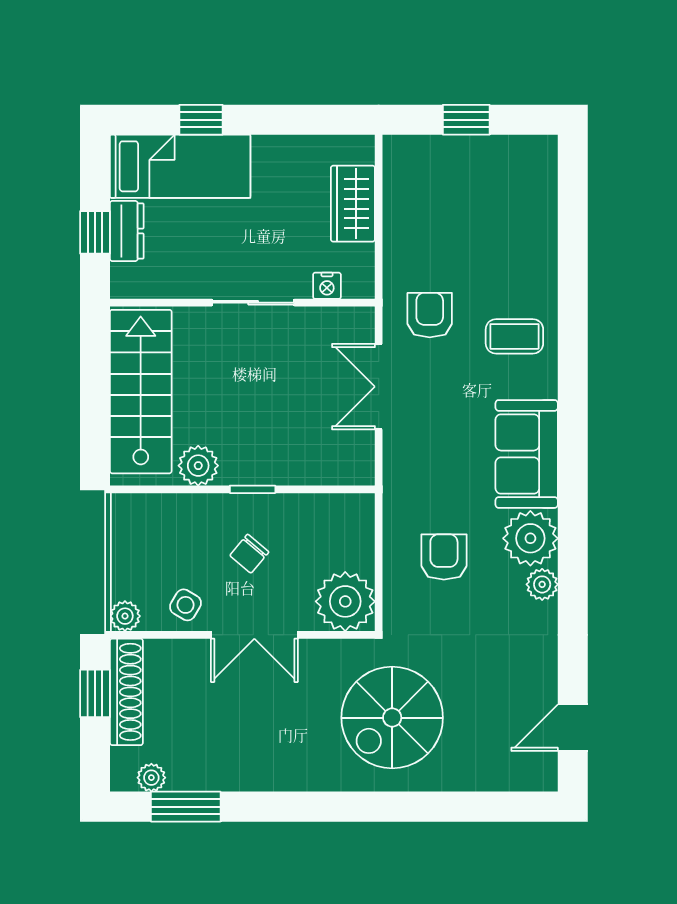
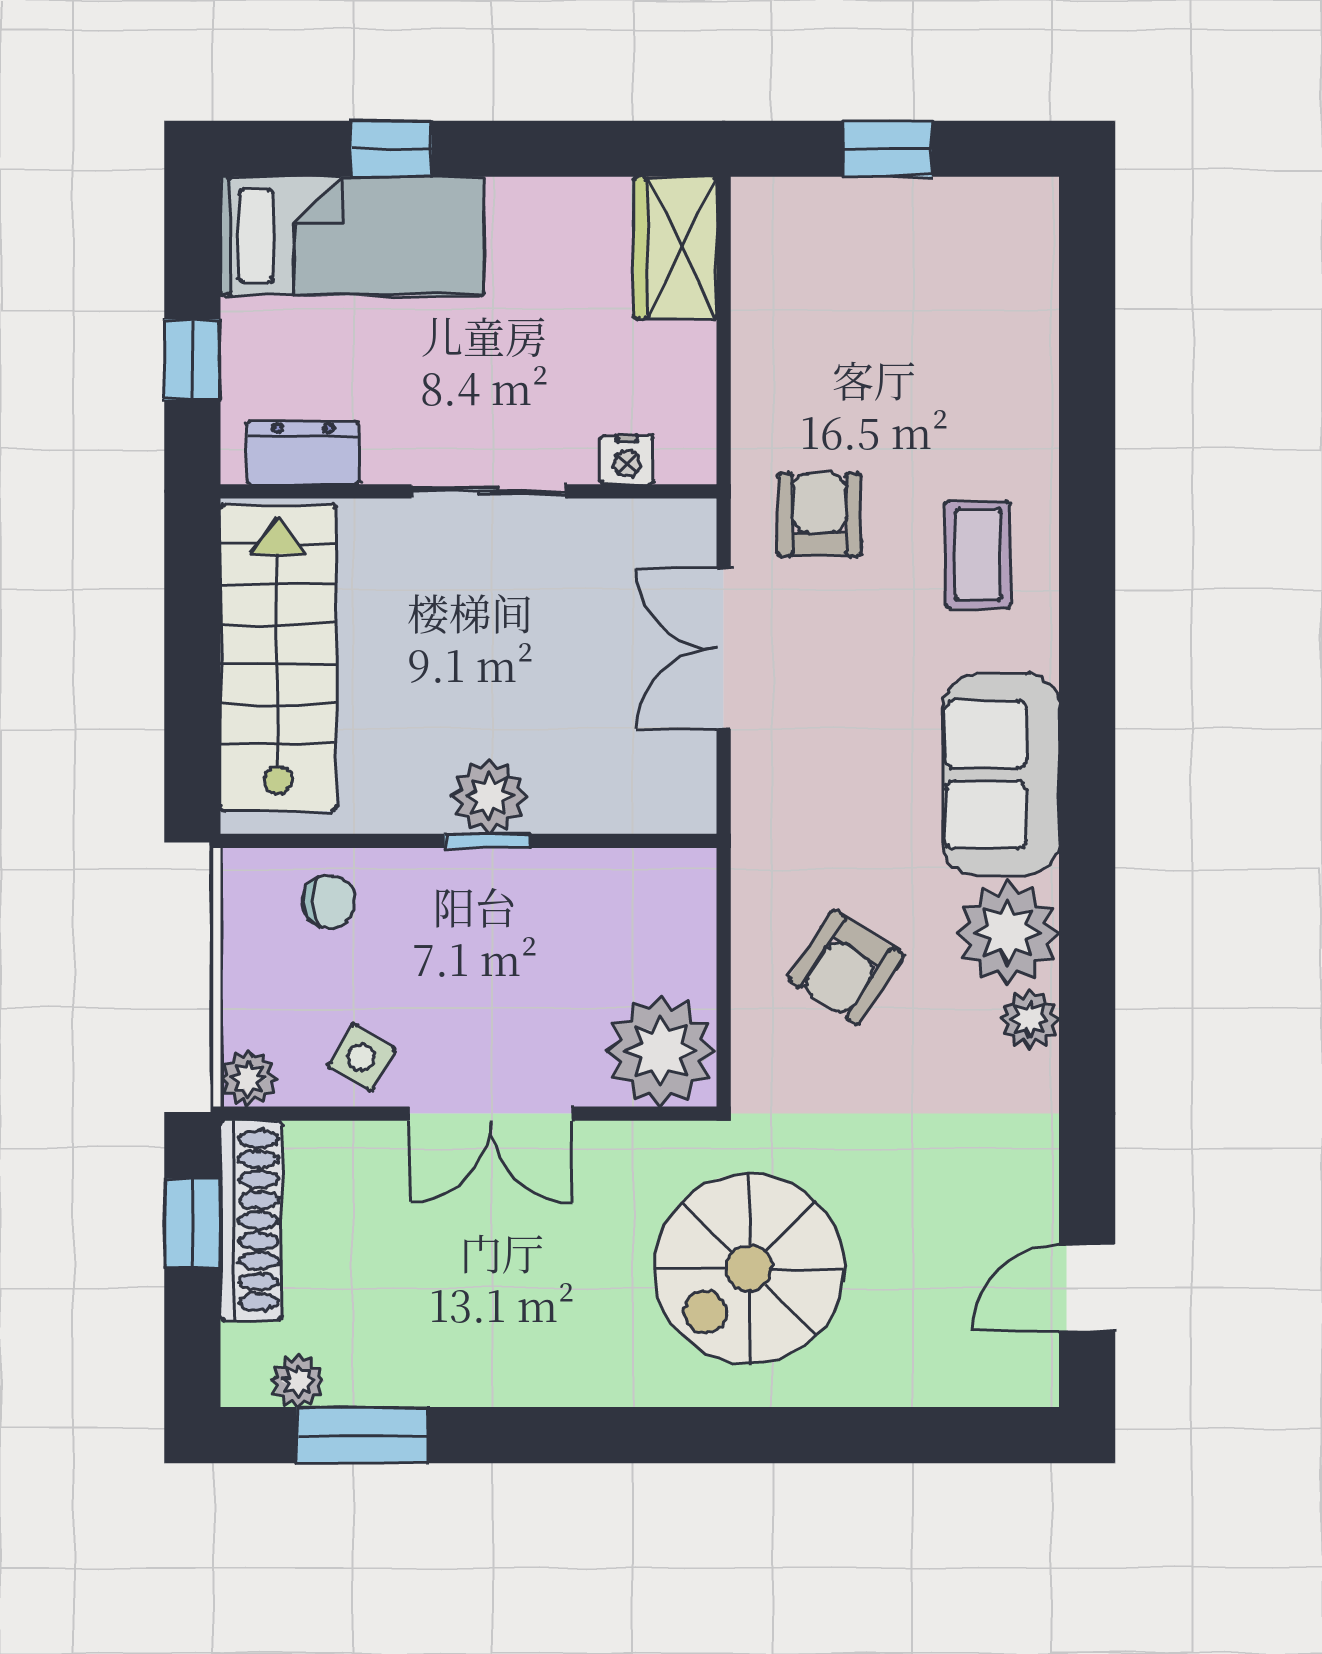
wardrobe: (353, 204) -> (675, 248), moved
dresser: (127, 231) -> (303, 453), moved, turned -90
coffee table: (514, 336) -> (978, 555), turned 90
plant: (198, 466) -> (489, 797), moved
chair: (249, 554) -> (329, 902), moved, turned -130
armchair: (444, 557) -> (846, 968), turned -147

